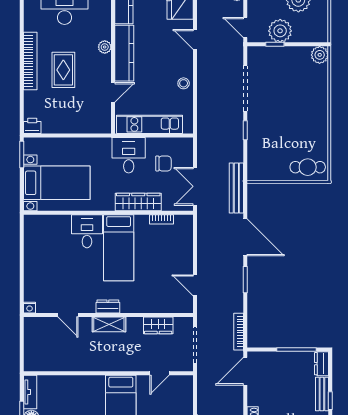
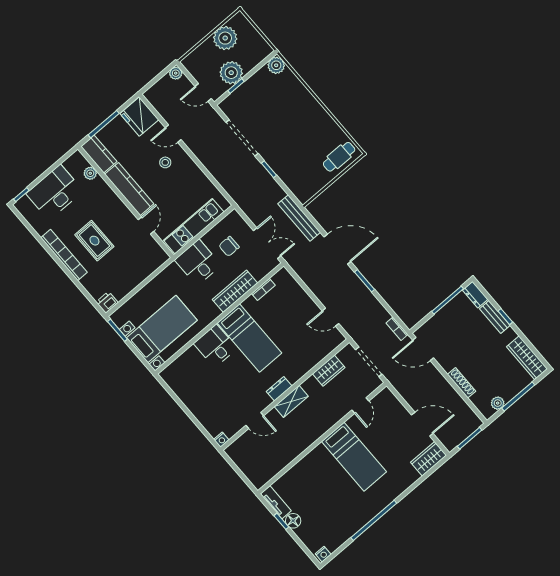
plant: (105, 47) -> (90, 173), moved
stool: (184, 83) -> (165, 162), moved
chair: (163, 163) -> (229, 246), turned 180
double door: (195, 186) -> (267, 243), swing flipped
bookcase: (239, 332) -> (397, 329), width x0.64
door: (245, 371) -> (423, 349), hinge flipped

